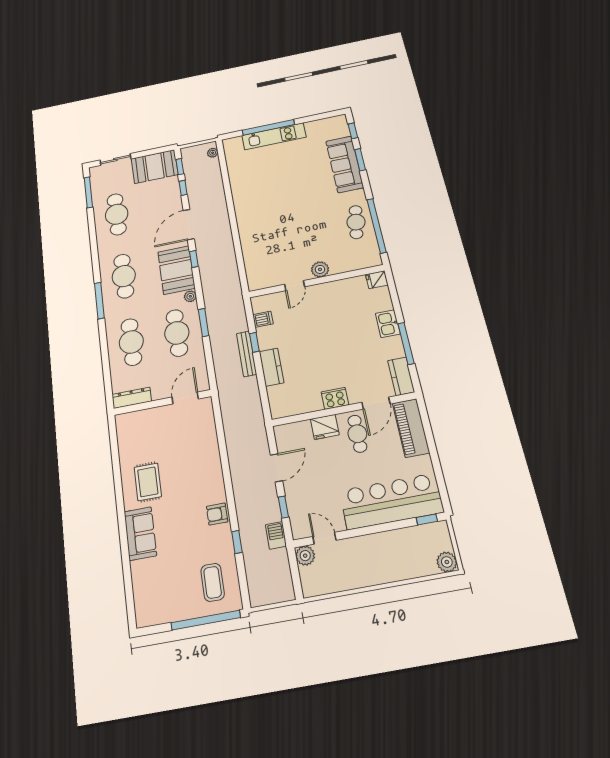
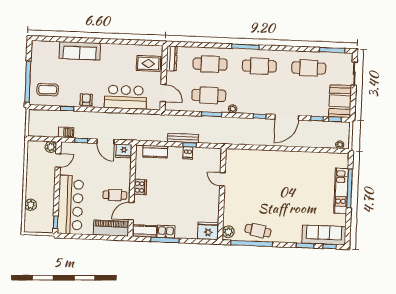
sofa: (345, 164) -> (324, 235), moved
door: (189, 225) -> (287, 117), swing flipped
plant: (320, 269) -> (228, 232), moved
booth: (176, 270) -> (254, 103), removed
fridge: (377, 280) -> (208, 231), width x1.88, depth x1.34
dishwasher: (263, 319) -> (188, 153), moved
kitchen sink: (388, 324) -> (166, 232), moved
kitchen counter: (272, 367) -> (155, 152), moved
door: (376, 403) -> (131, 211), hinge flipped
fridge: (325, 427) -> (124, 151), moved, turned -90
bar counter: (202, 453) -> (126, 97), added
rug: (148, 482) -> (148, 64), moved
sofa: (140, 534) -> (80, 51), width x1.36
plant: (447, 562) -> (31, 205), moved

